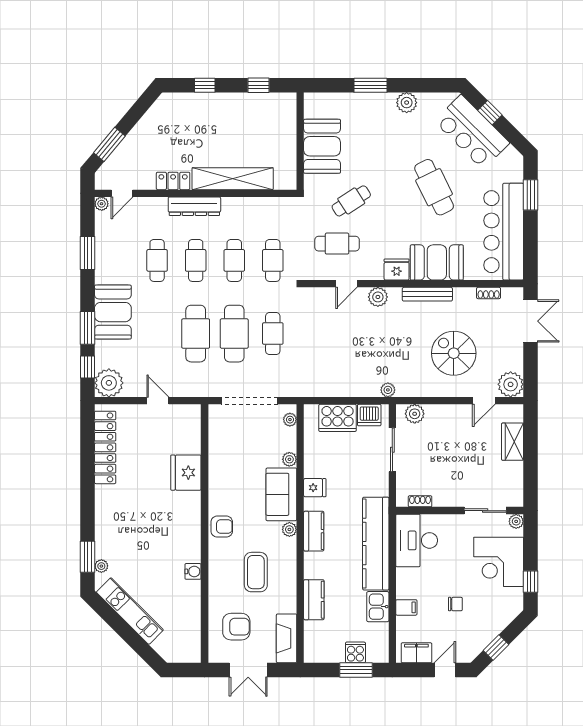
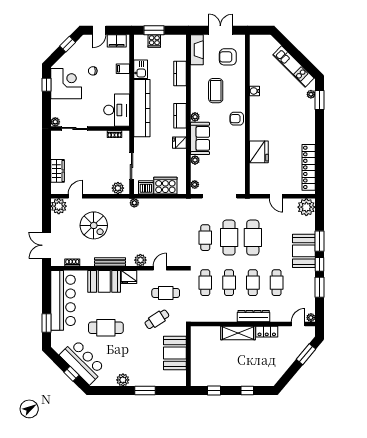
shelving: (233, 179) -> (238, 333), width x0.68
cafe table: (434, 187) -> (106, 328), turned -64
window: (88, 367) -> (319, 264), moved
corner desk: (499, 562) -> (66, 84), moved

